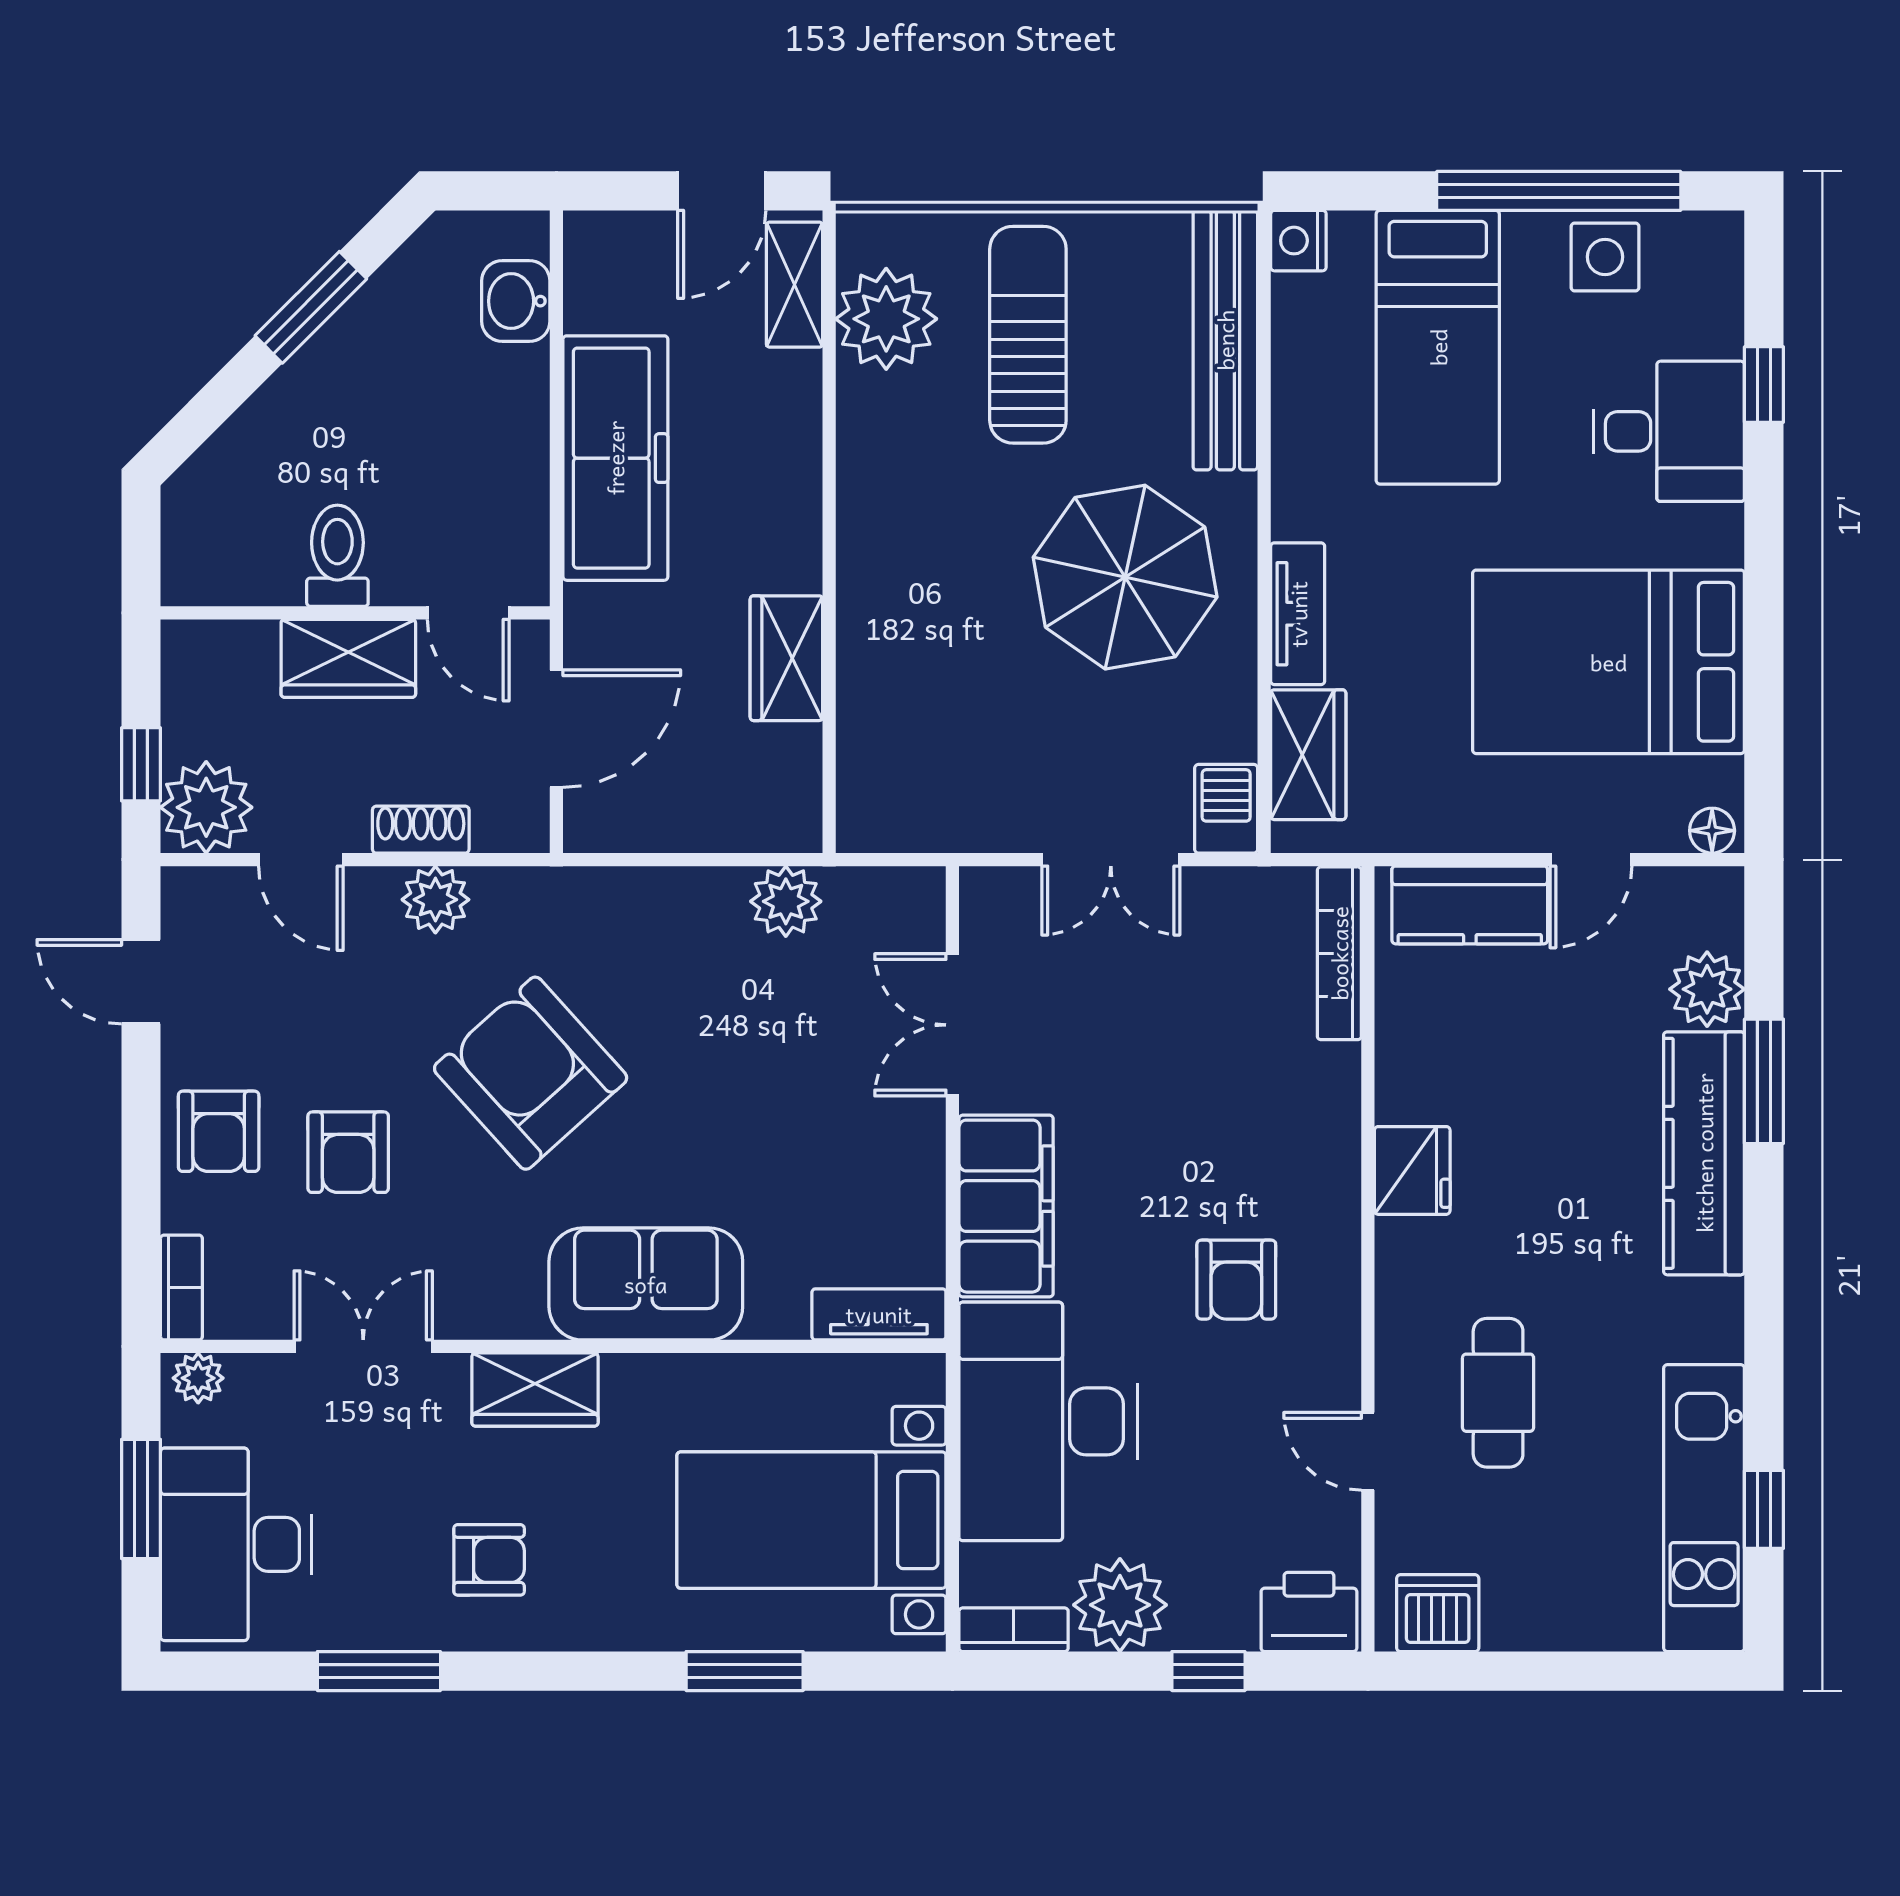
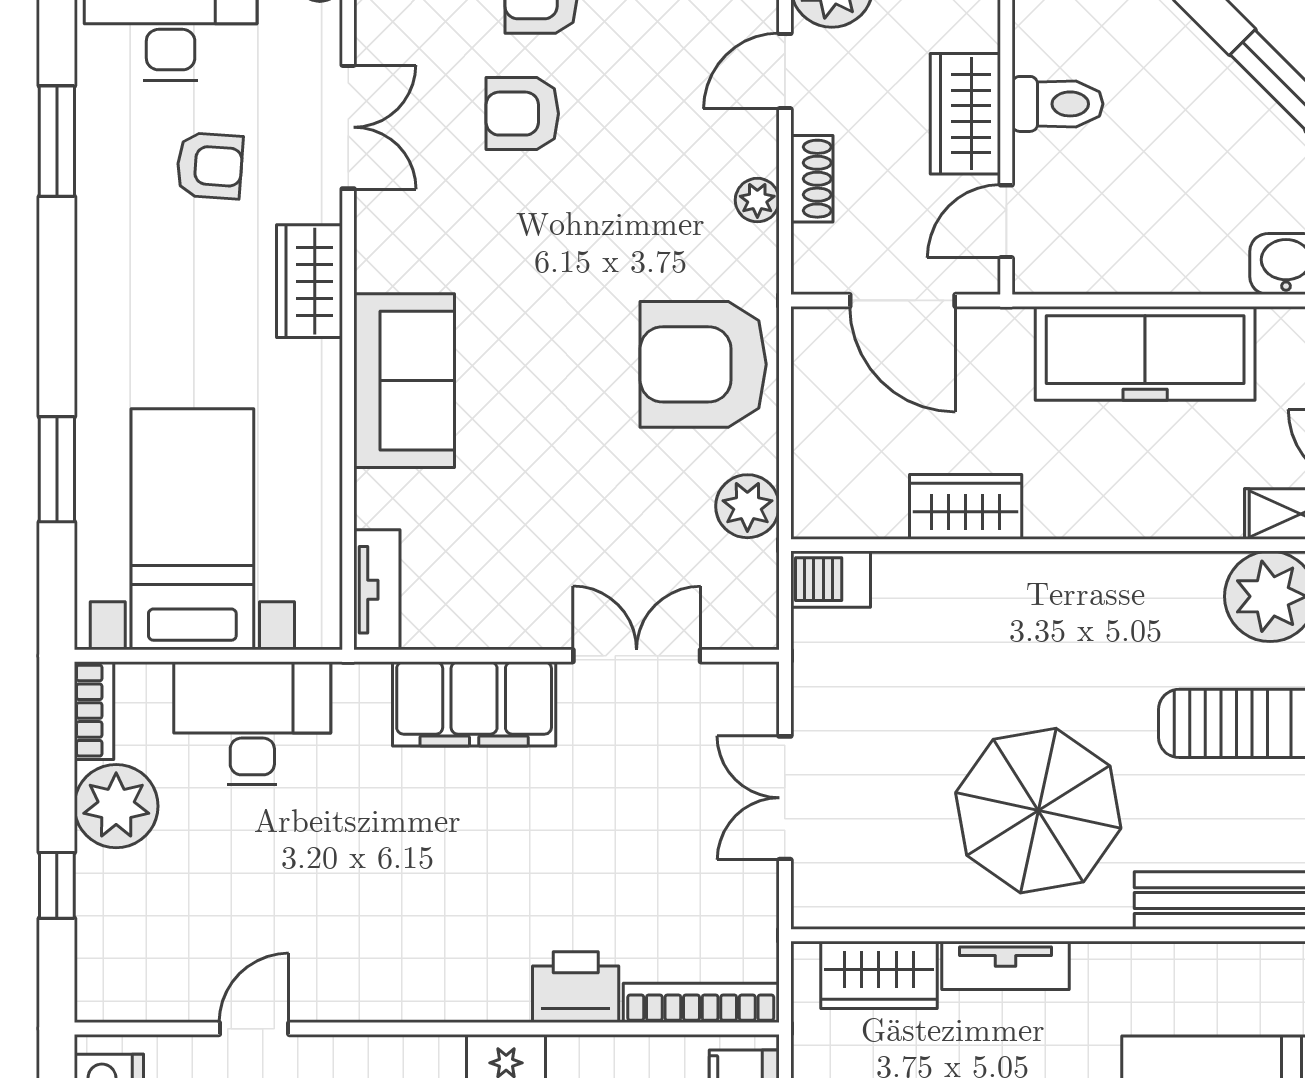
barbecue: (1226, 809) -> (831, 579), moved, turned 180
plant: (435, 900) -> (757, 200), width x0.73, depth x0.73
armchair: (531, 1073) -> (703, 364), moved, turned -138
armchair: (1236, 1280) -> (408, 910), removed
desk: (1048, 1421) -> (252, 723), width x0.73, depth x0.77
armchair: (489, 1560) -> (210, 166), moved, turned -86
printer: (1309, 1612) -> (576, 987), moved, turned -90

